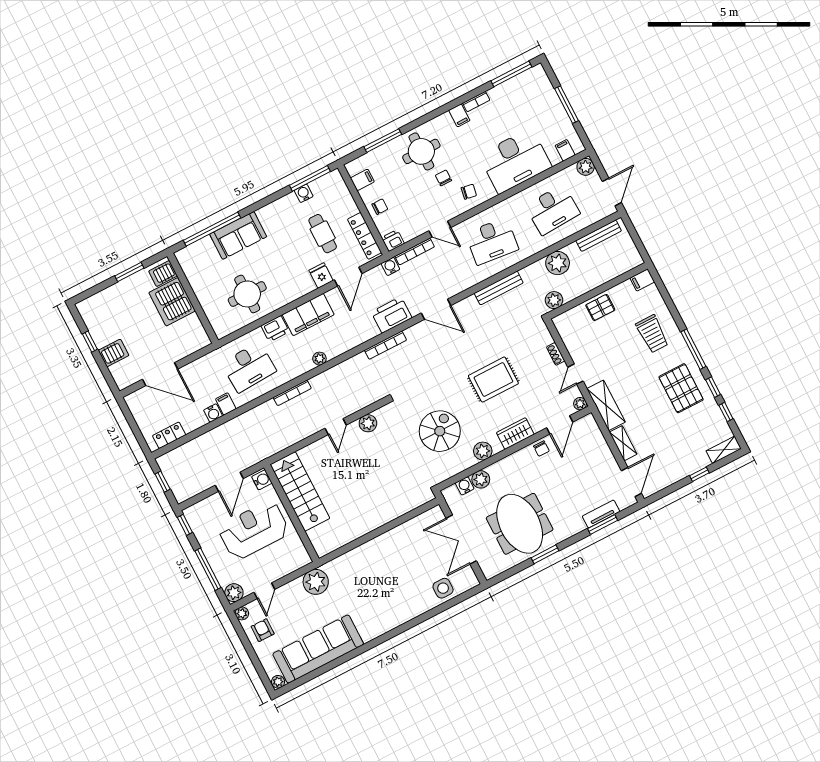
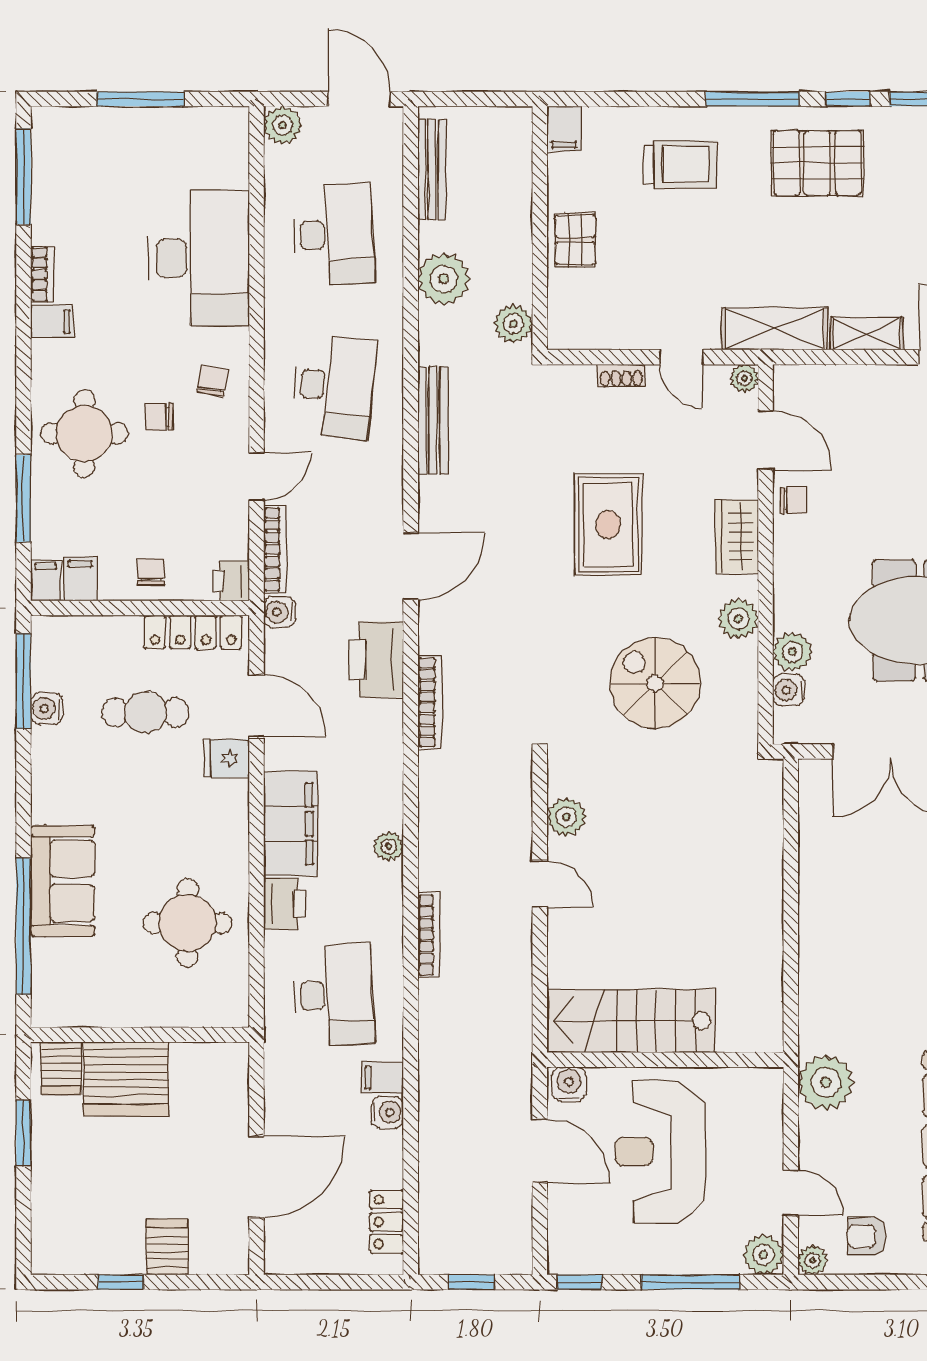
filing cabinet: (565, 150) -> (46, 581), moved, turned 90

